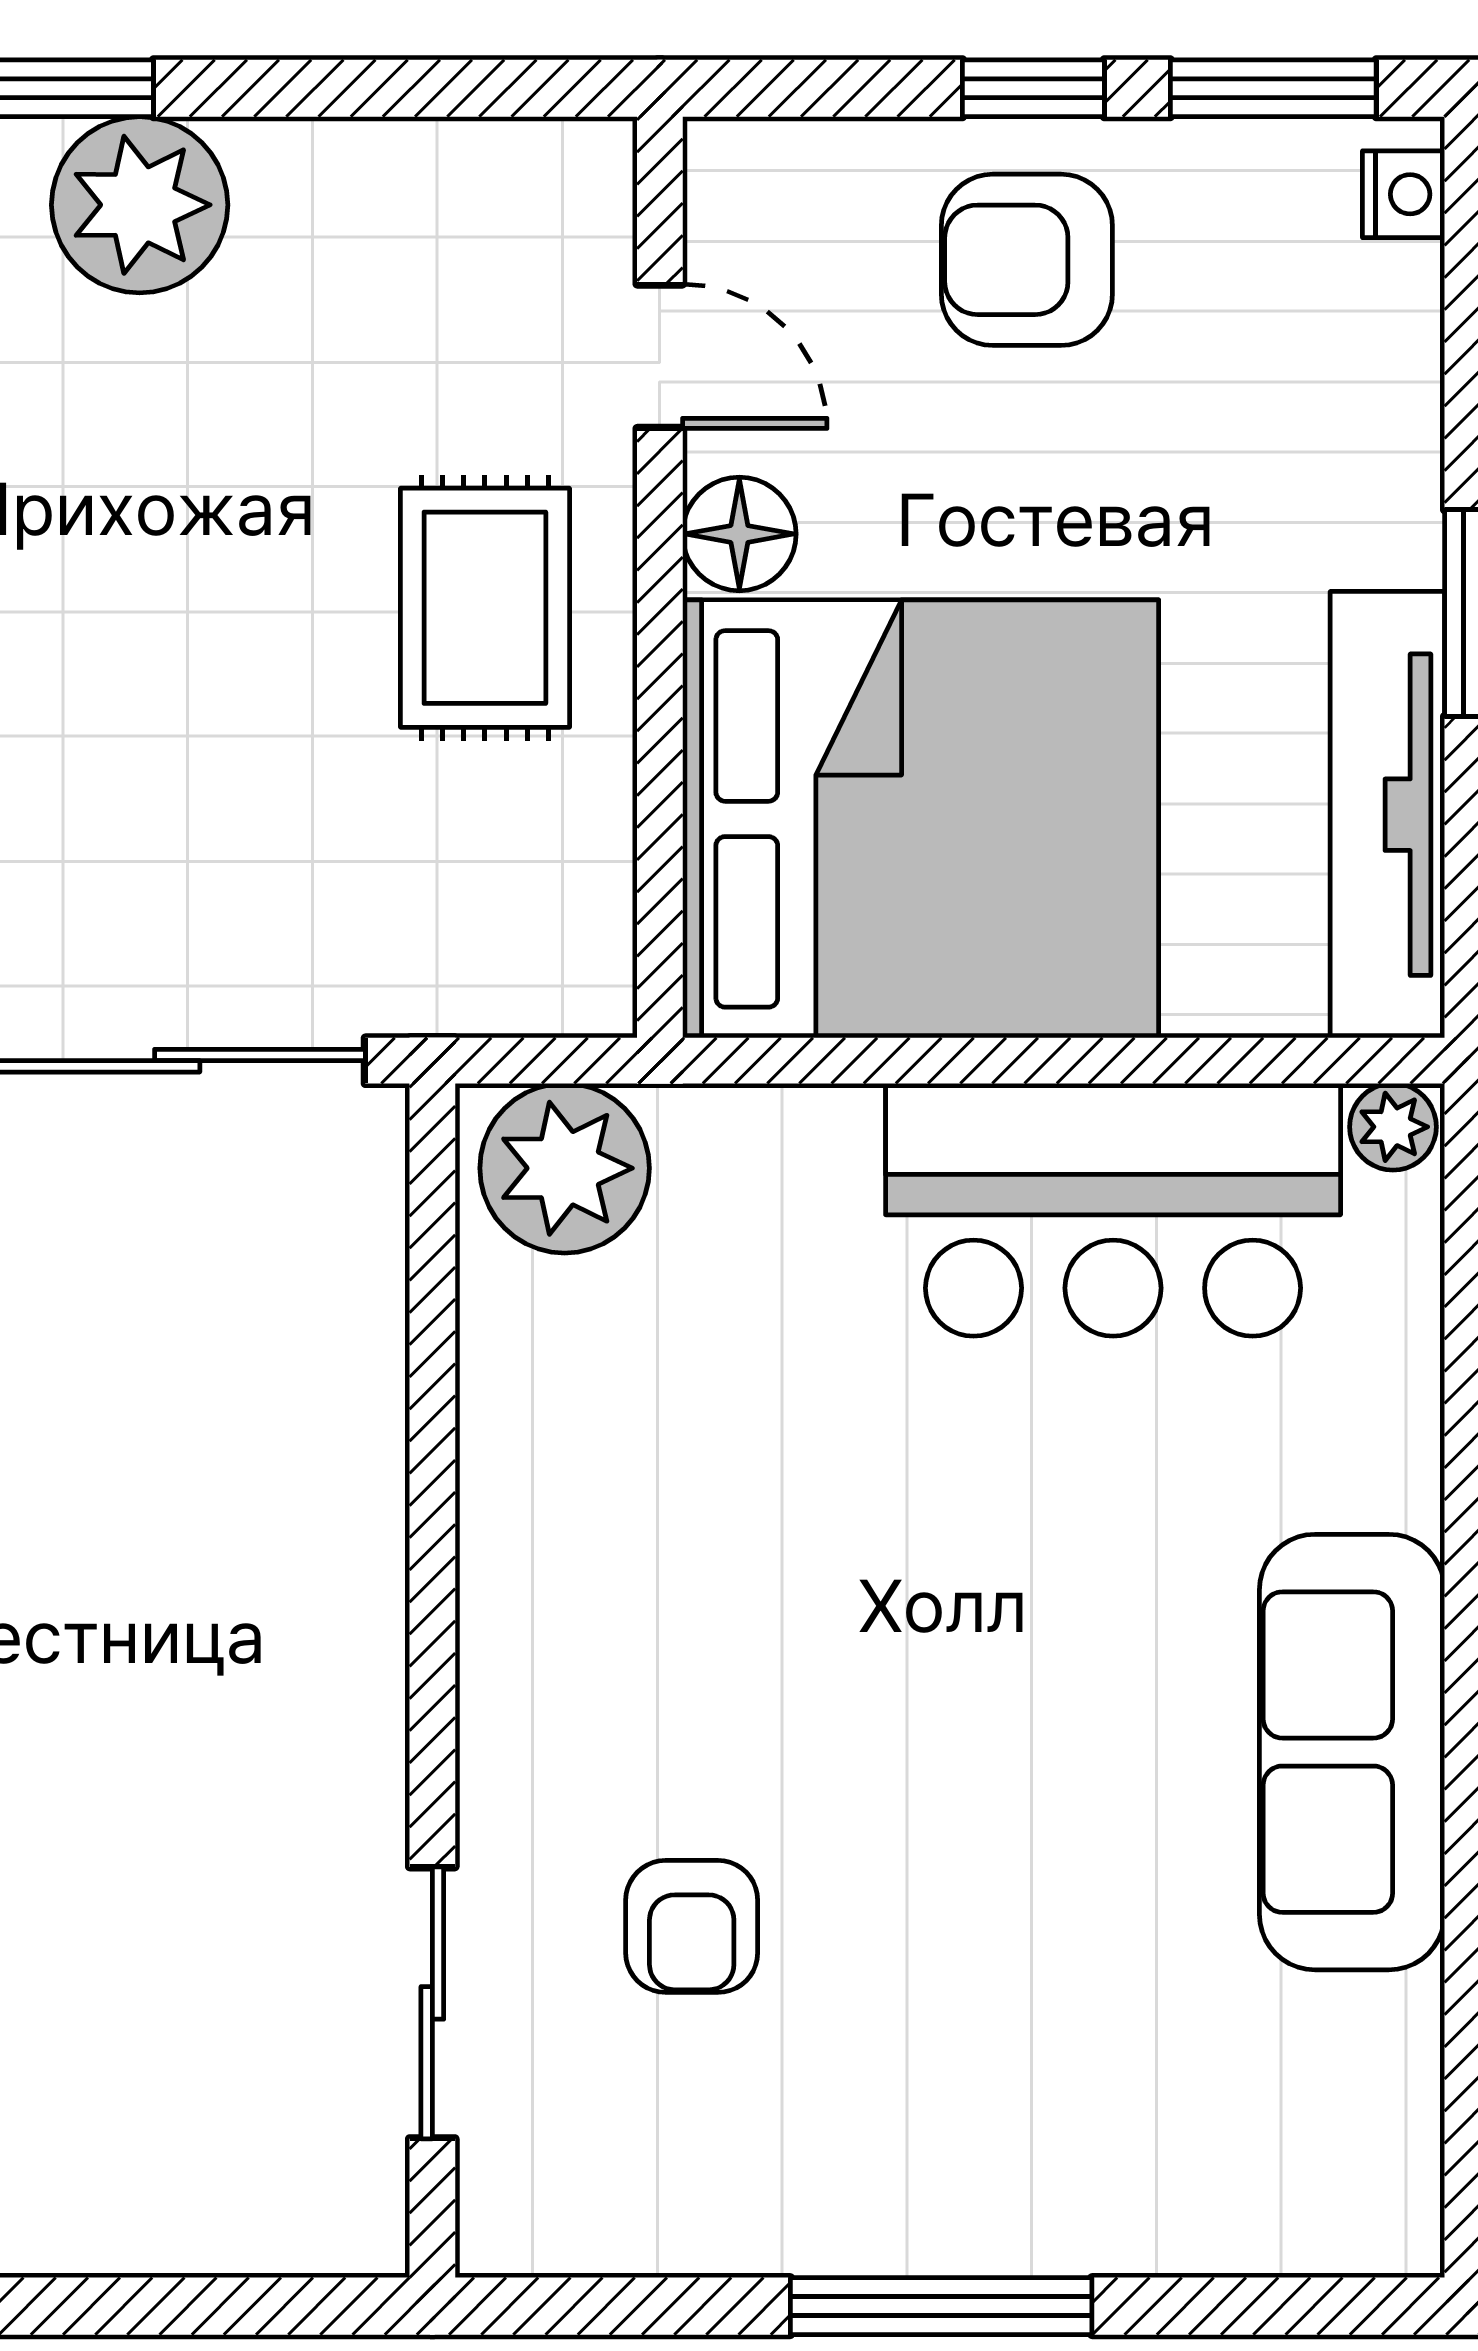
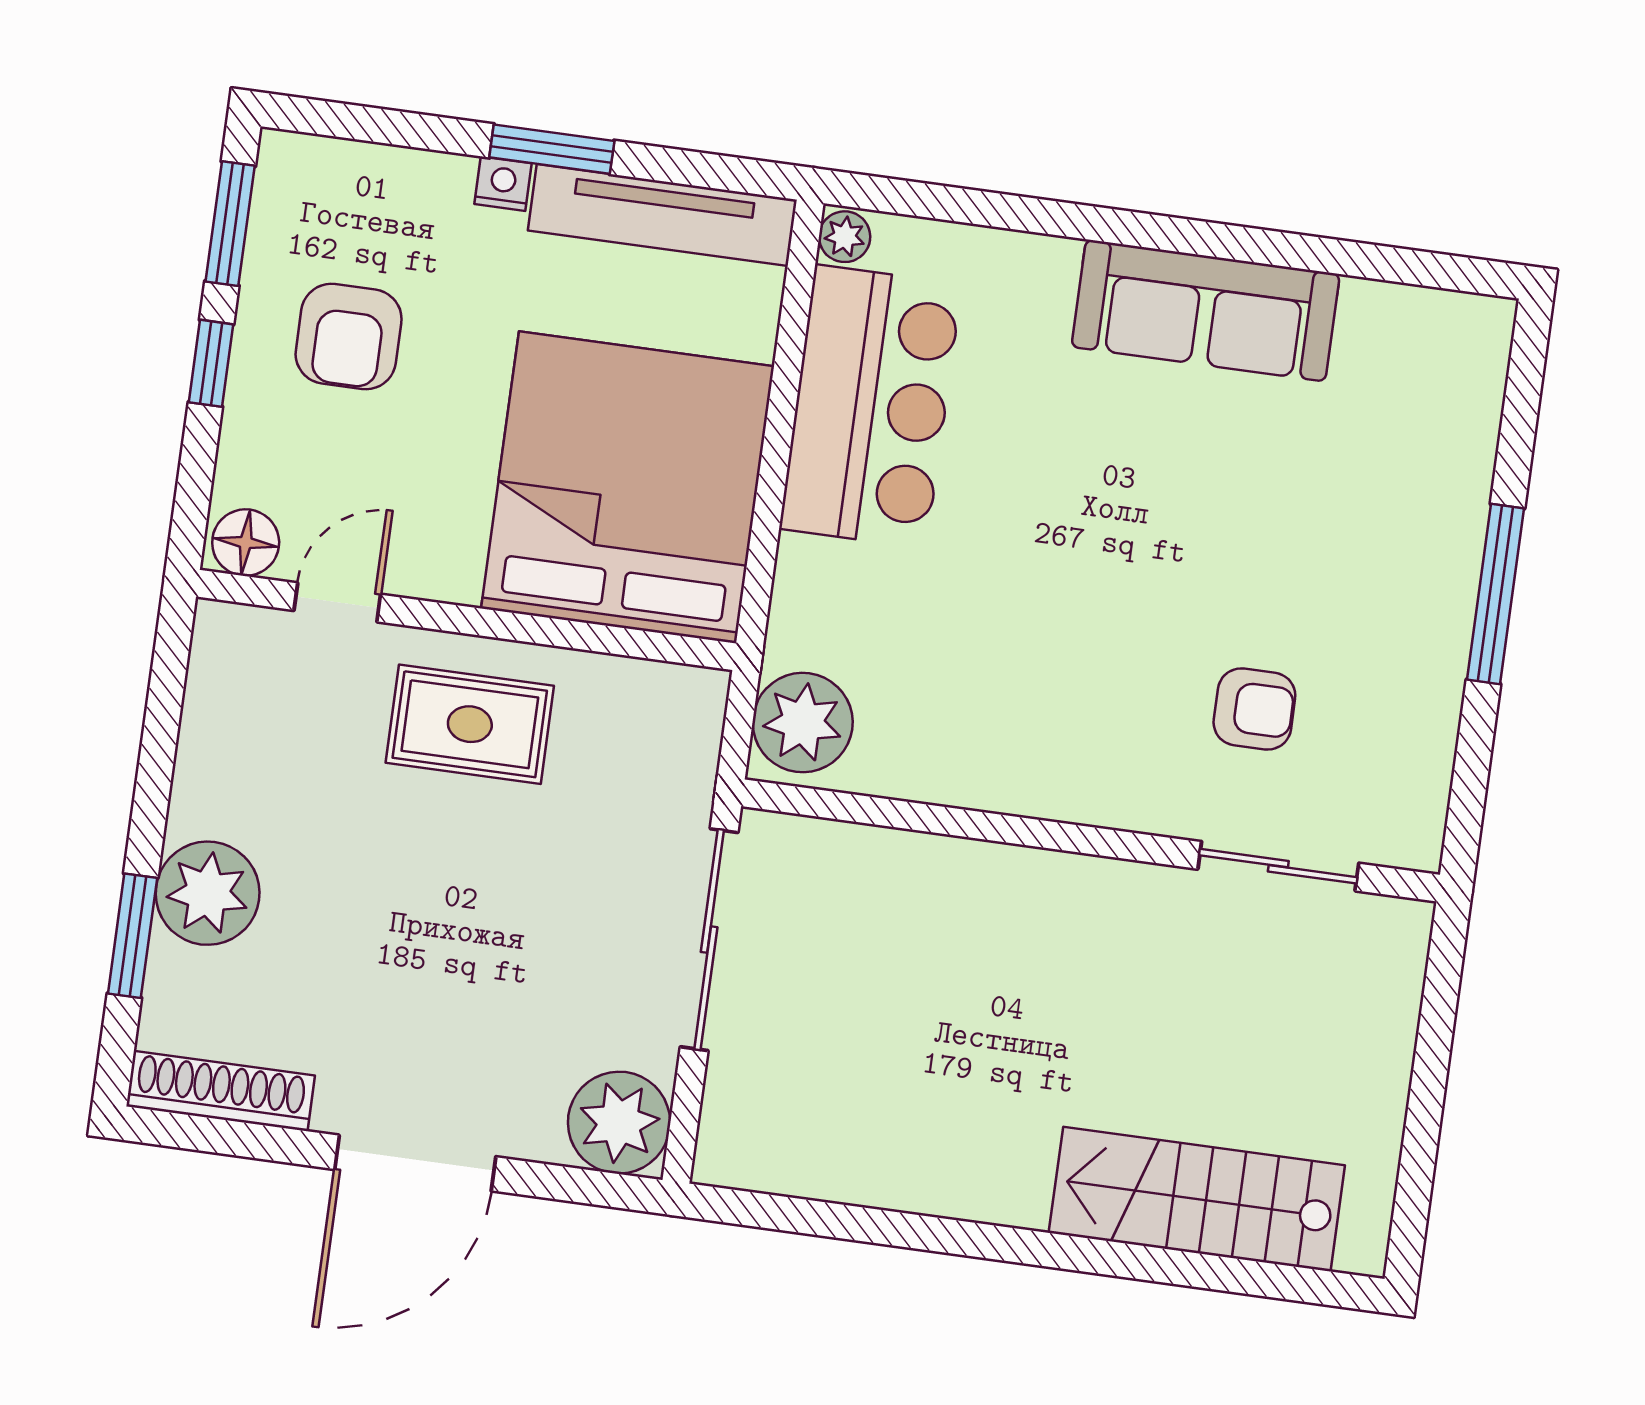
nightstand: (1404, 194) -> (503, 184), moved
armchair: (1027, 260) -> (349, 337), moved
floor lamp: (739, 534) -> (246, 543), moved

